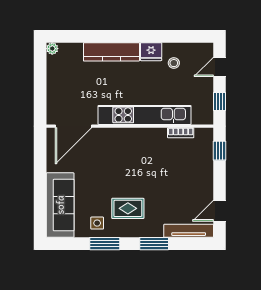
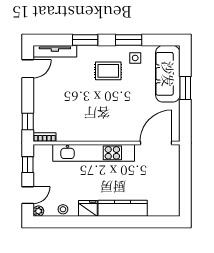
plant: (52, 49) -> (38, 211), moved
stool: (174, 63) -> (63, 209), moved
bookcase: (181, 133) -> (45, 137), moved
window: (40, 189) -> (185, 88), added

